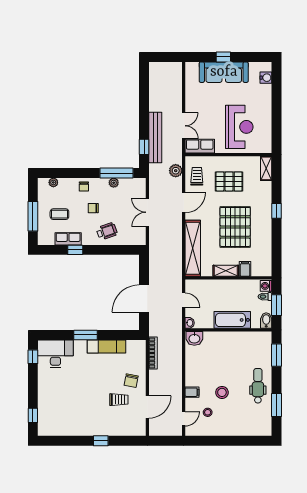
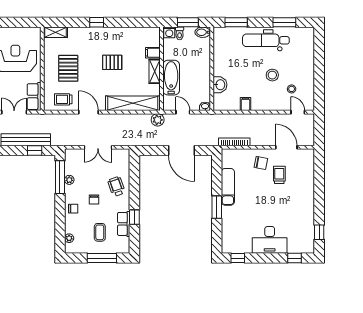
plant: (176, 171) -> (158, 120), moved
pallet: (235, 227) -> (112, 62), width x0.49, depth x0.50
door: (184, 300) -> (183, 112), hinge flipped
bathtub: (232, 320) -> (171, 78), moved, turned 180
washbasin: (194, 338) -> (220, 85), moved
desk: (55, 354) -> (270, 240), moved, turned -90
dental chair: (258, 386) -> (266, 40), width x1.36, depth x1.38
filing cabinet: (192, 392) -> (245, 104), moved
window: (101, 441) -> (319, 232), moved

